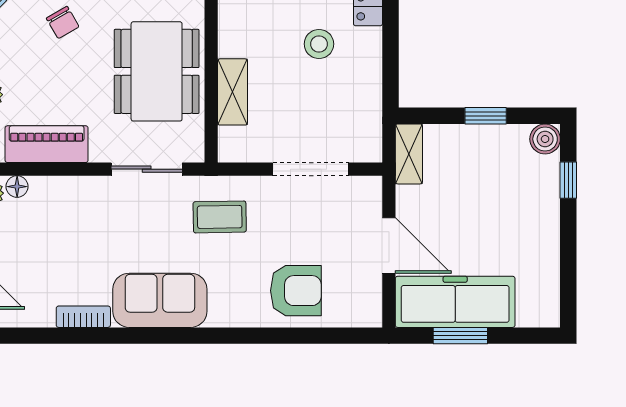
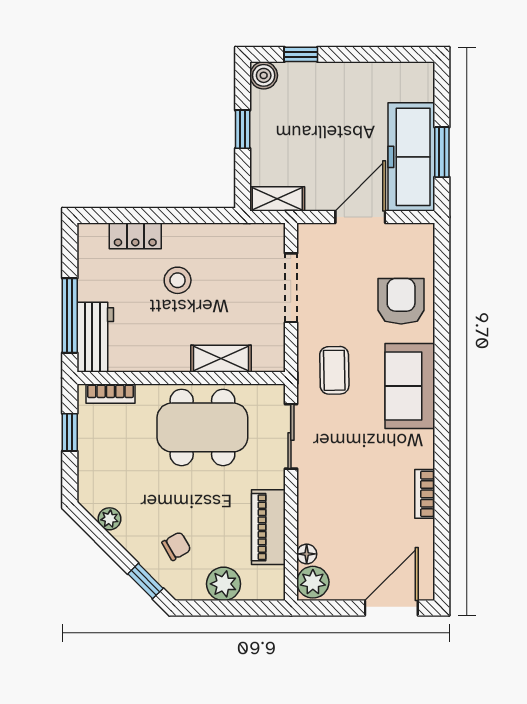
chair: (63, 22) -> (176, 546), moved
sofa: (160, 300) -> (410, 386), moved

